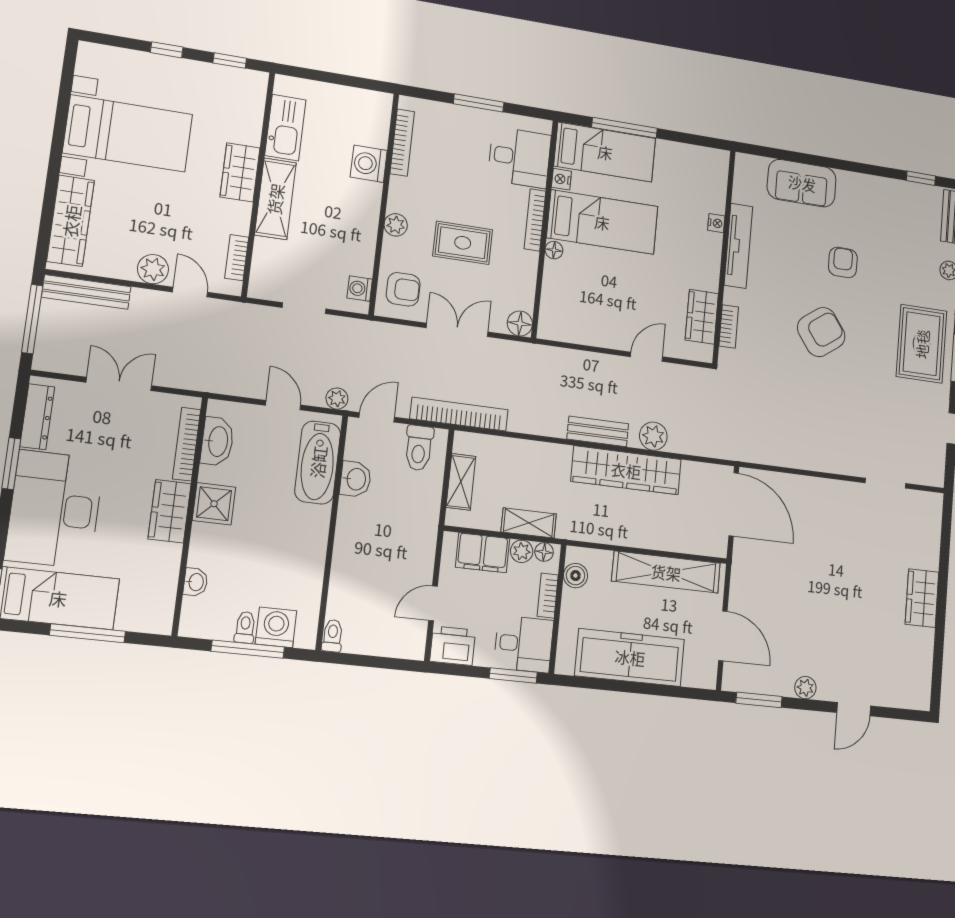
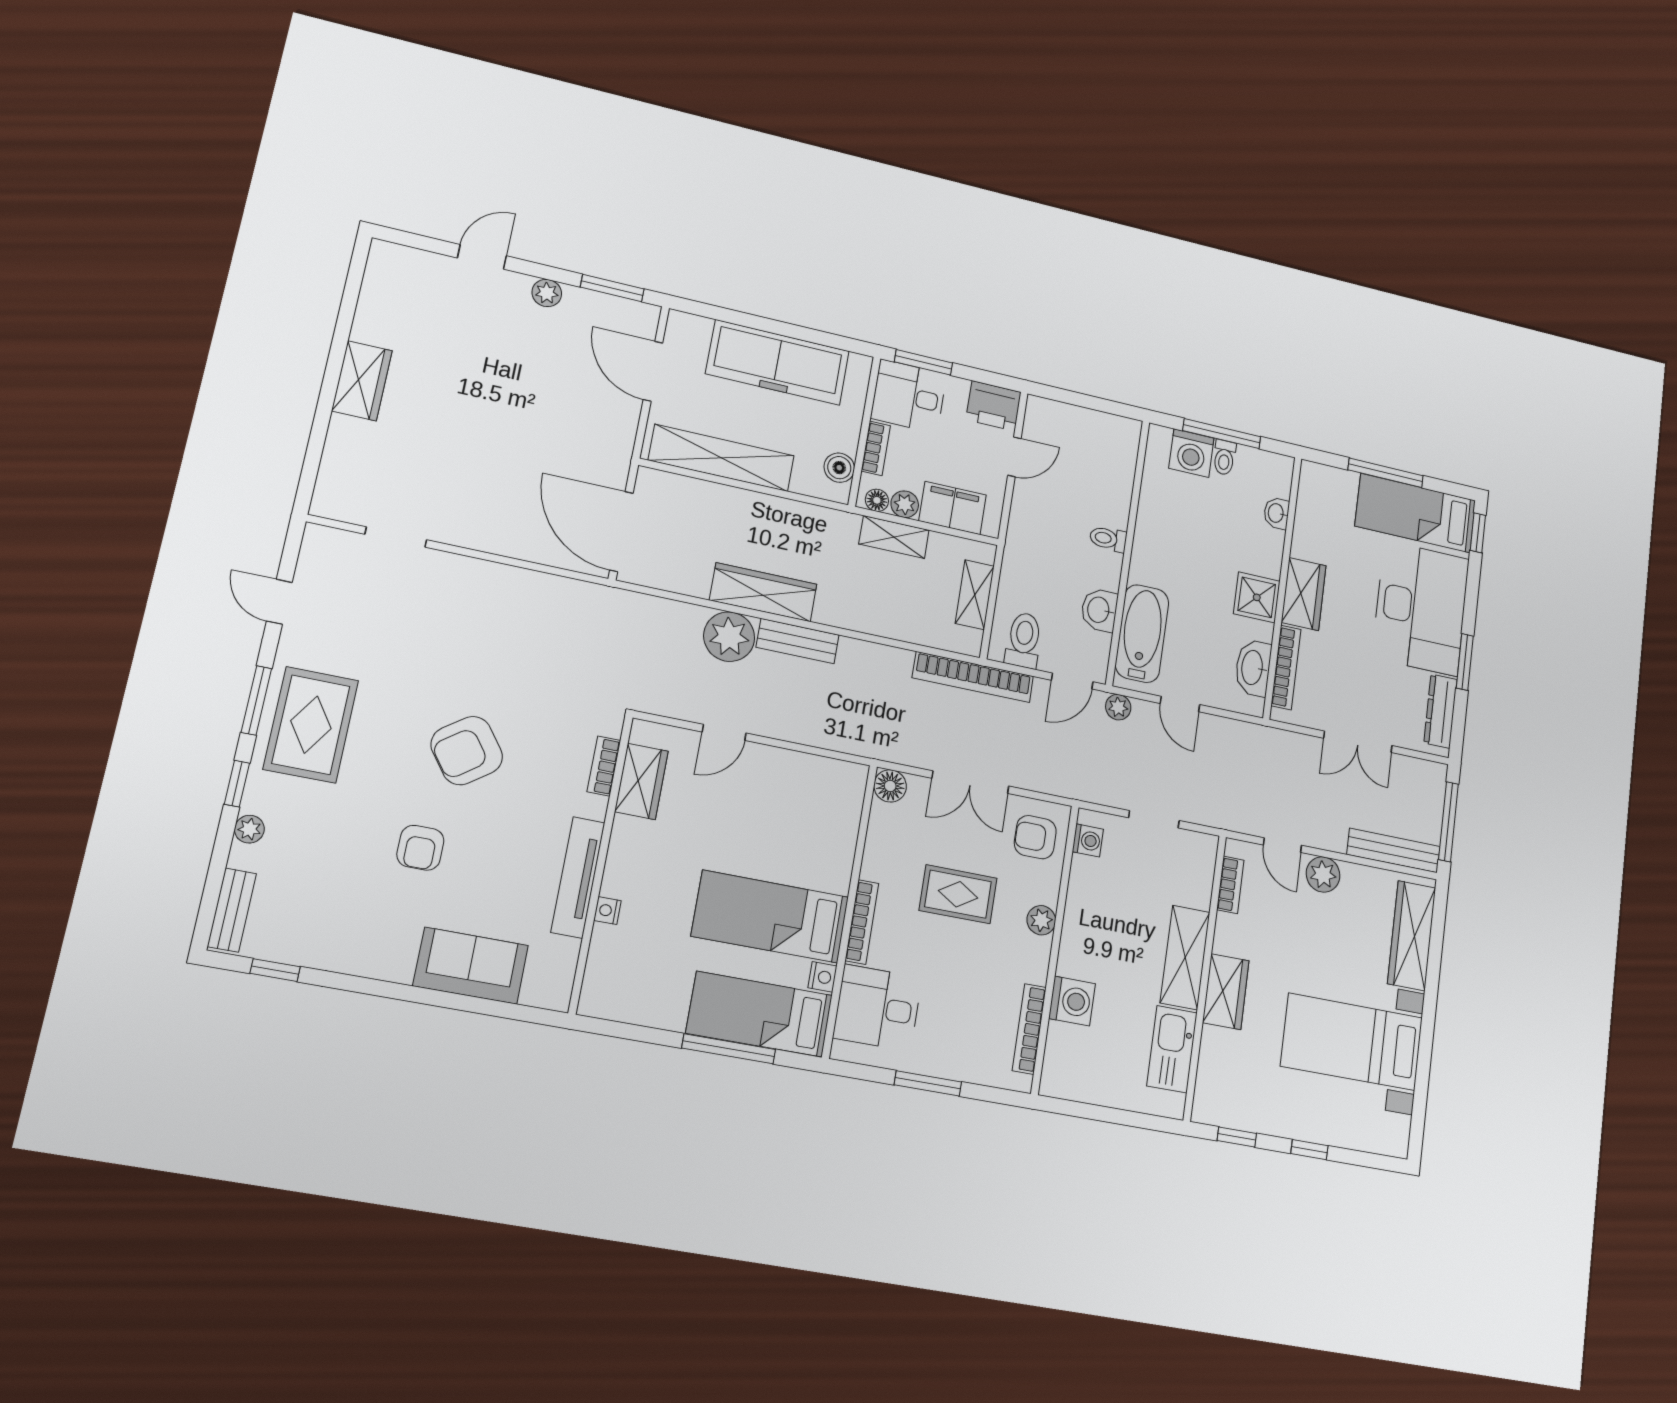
floor lamp: (554, 250) -> (839, 880), removed
plant: (653, 436) -> (729, 637), width x1.36, depth x1.36
wardrobe: (626, 470) -> (763, 592), width x0.71, depth x0.85
toilet: (332, 636) -> (1108, 539), moved, turned 90

